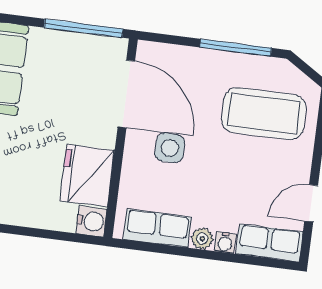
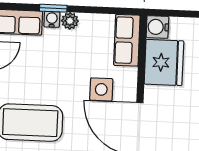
row of seats: (157, 228) -> (127, 40), moved, turned 90
window: (222, 256) -> (53, 8), added

